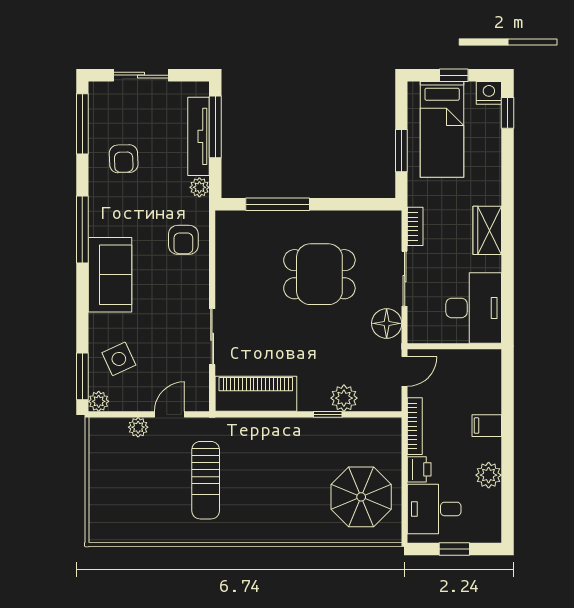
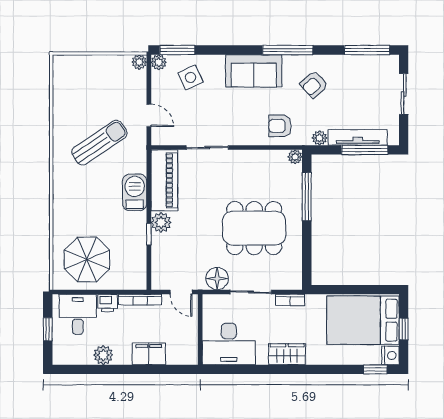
bed: (442, 129) -> (363, 320), width x1.50
window: (401, 151) -> (347, 290), removed
armchair: (124, 159) -> (314, 84), moved, turned -40
plant: (224, 220) -> (295, 157), added
dining table: (319, 274) -> (254, 228), width x1.38
plant: (344, 398) -> (161, 222), moved
filing cabinet: (487, 426) -> (149, 354), width x2.00
plant: (138, 427) -> (139, 62), moved
barbecue: (272, 433) -> (135, 192), added
sun lounger: (206, 480) -> (99, 143), turned 146

